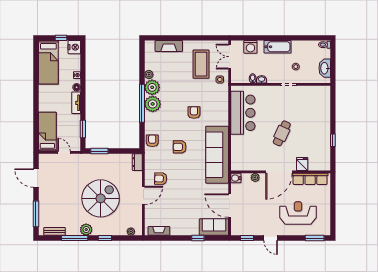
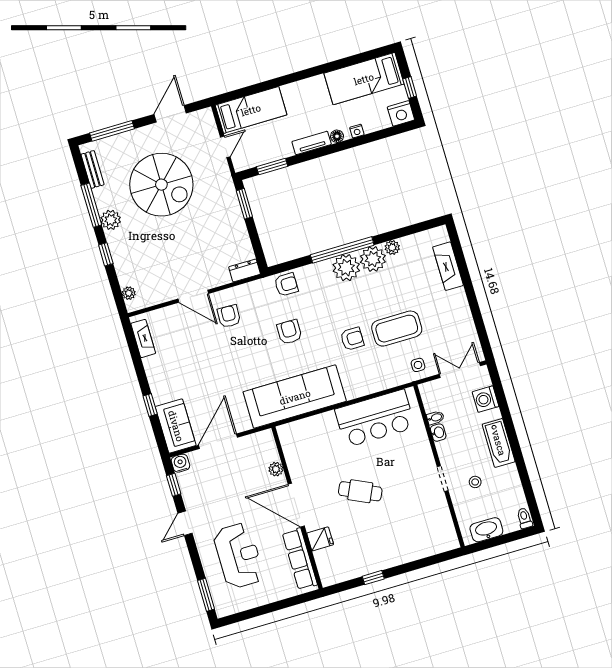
coffee table: (201, 64) -> (397, 329), moved
water cooler: (236, 178) -> (180, 463), moved
spiral stairs: (101, 198) -> (161, 185), moved

